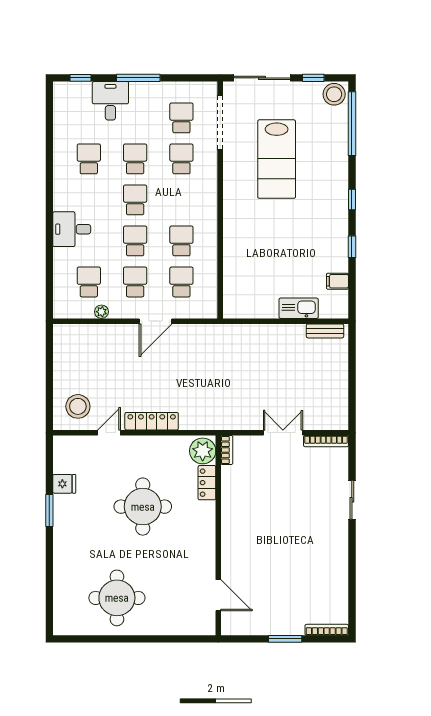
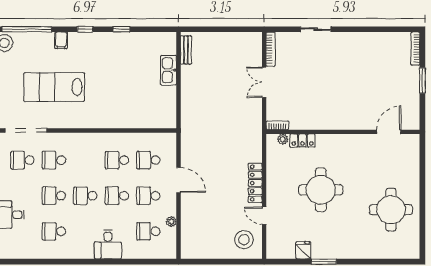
lab bench: (277, 159) -> (54, 87), turned 180
filing cabinet: (337, 281) -> (61, 40), moved
plant: (203, 451) -> (283, 139), width x0.53, depth x0.53

